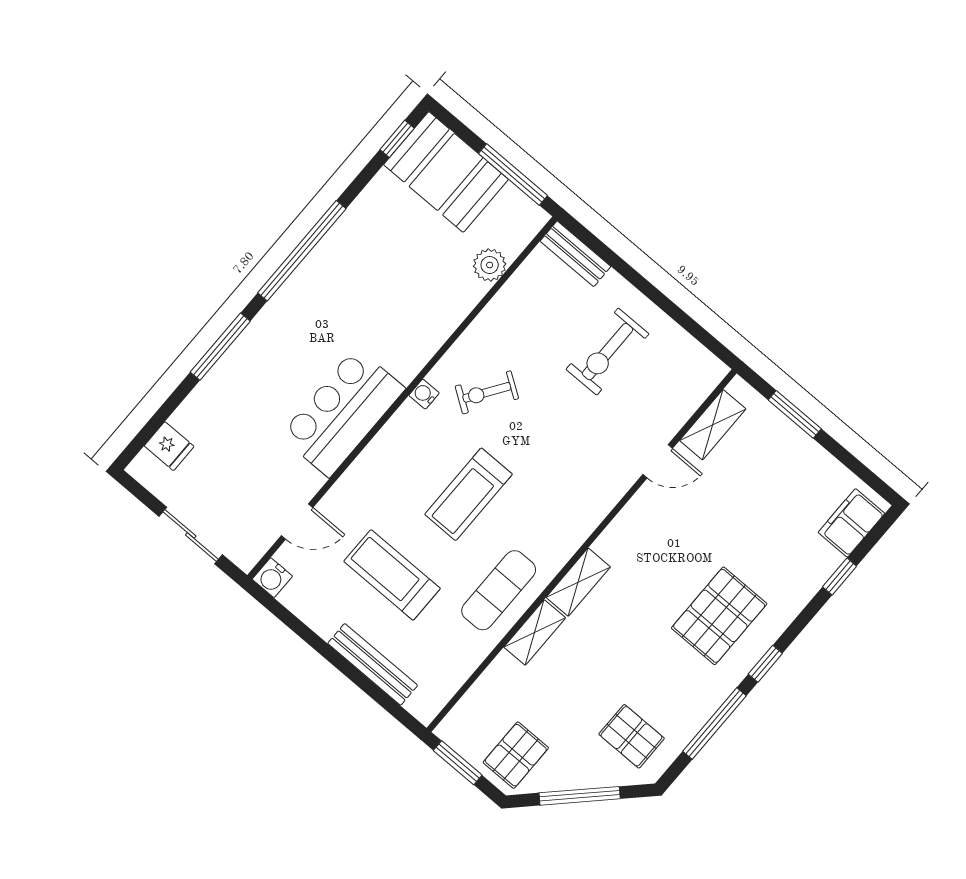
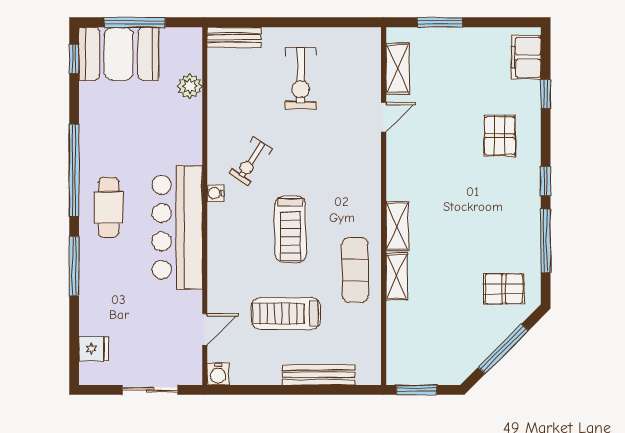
window: (513, 175) -> (135, 22), moved
cafe table: (305, 317) -> (108, 207), added
bar counter: (343, 412) -> (177, 227), width x1.36
pallet: (719, 616) -> (500, 136), moved, width x0.67, depth x0.71
pallet: (516, 755) -> (446, 357), removed

